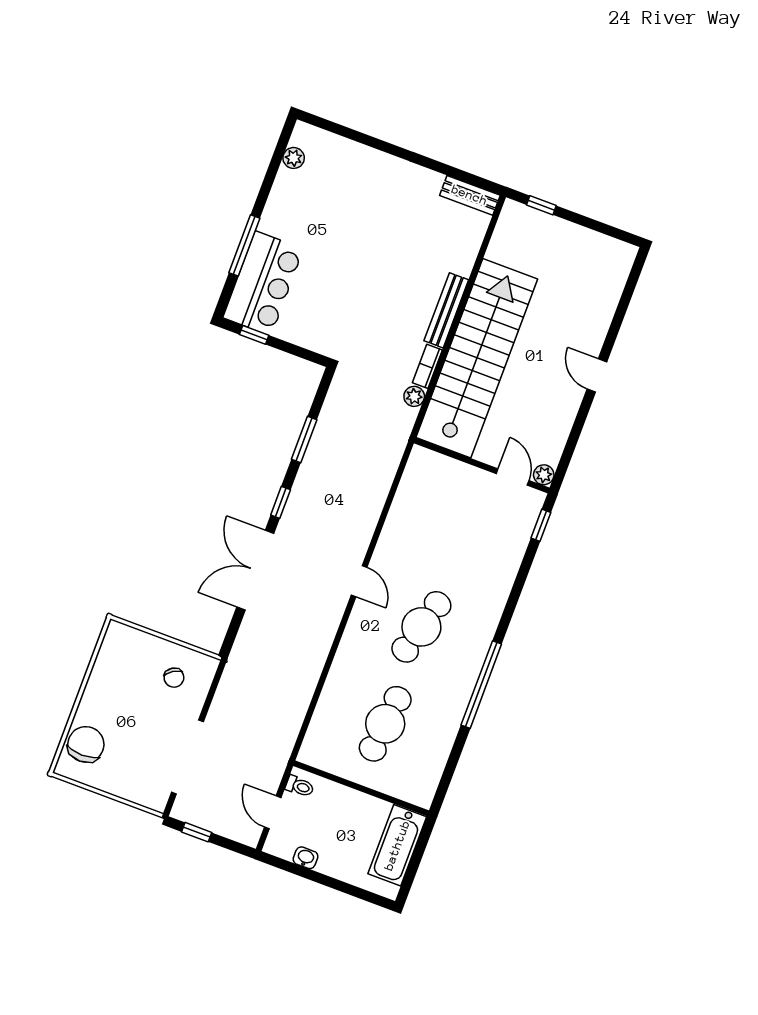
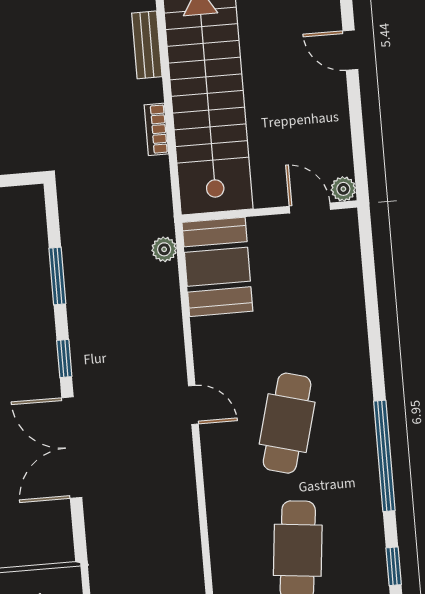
bench: (446, 310) -> (147, 45), width x0.73
plant: (414, 396) -> (164, 249), moved
booth: (424, 488) -> (217, 267), added
window: (541, 525) -> (394, 566), moved

